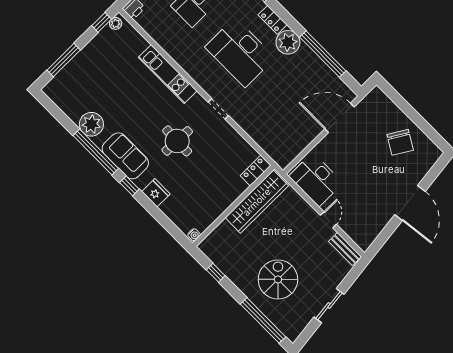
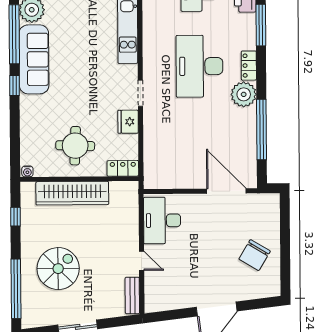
round table: (177, 141) -> (75, 146), moved
sofa: (125, 156) -> (34, 59), width x1.36
fridge: (156, 193) -> (128, 122), moved, turned 180
wardrobe: (257, 202) -> (72, 193), moved
door: (328, 220) -> (142, 261), hinge flipped

